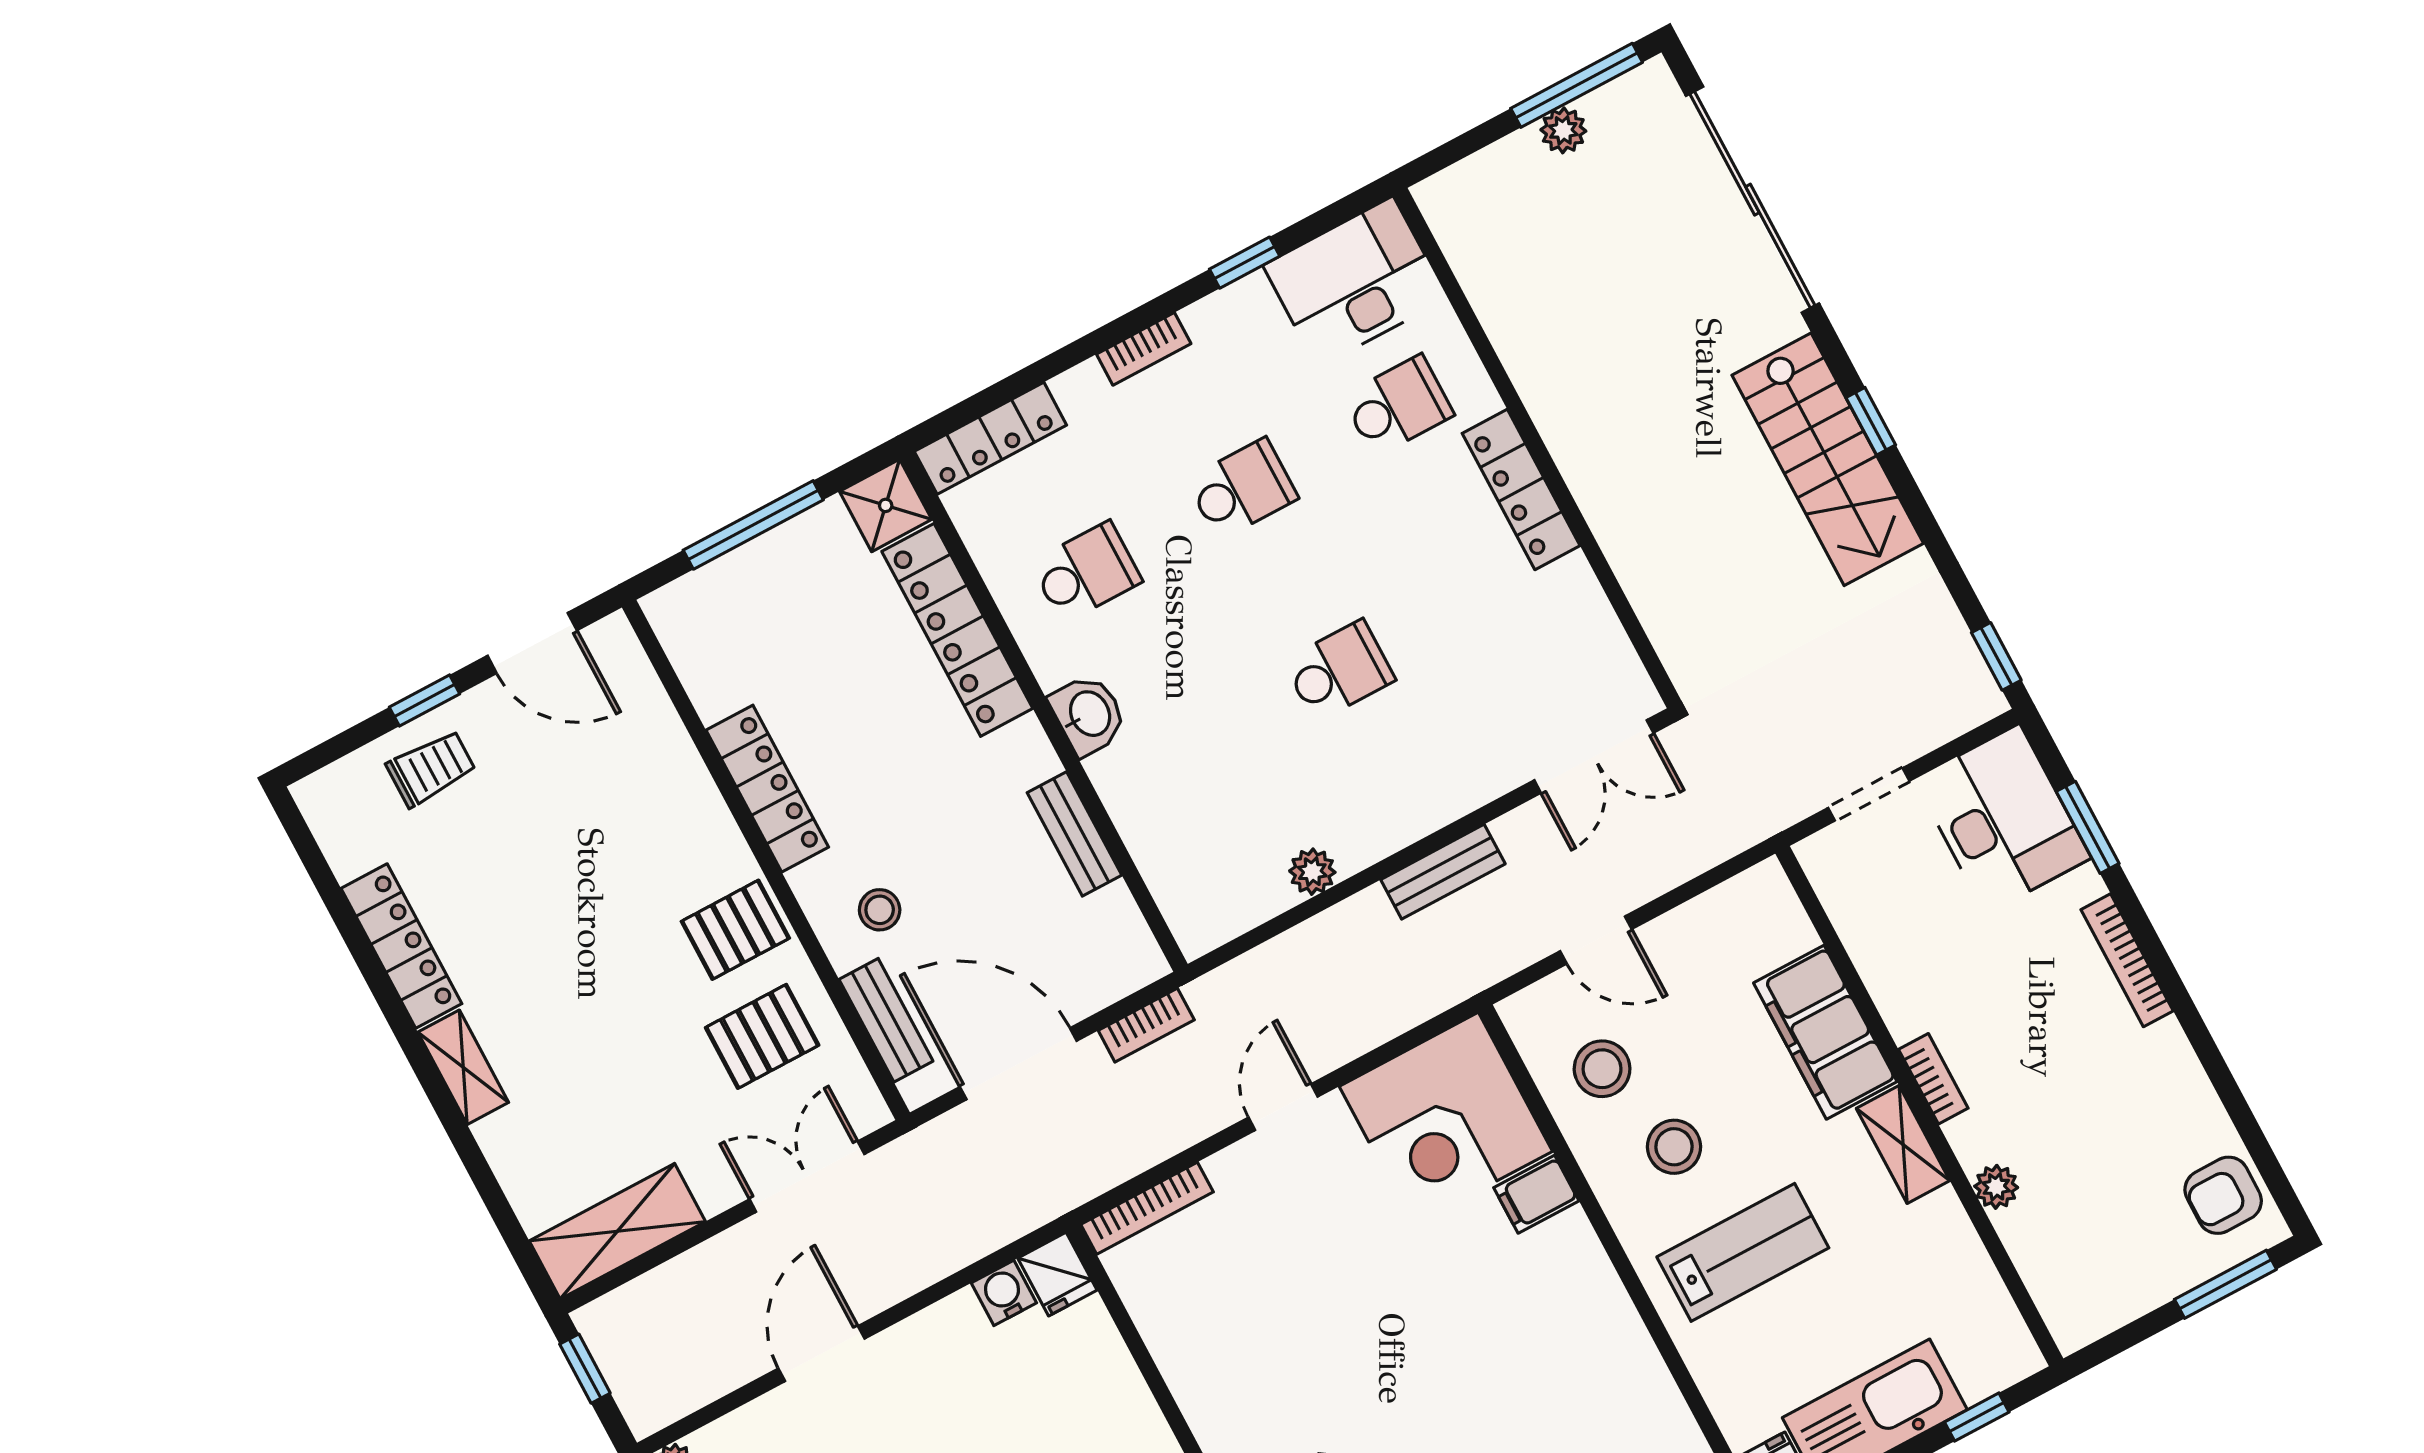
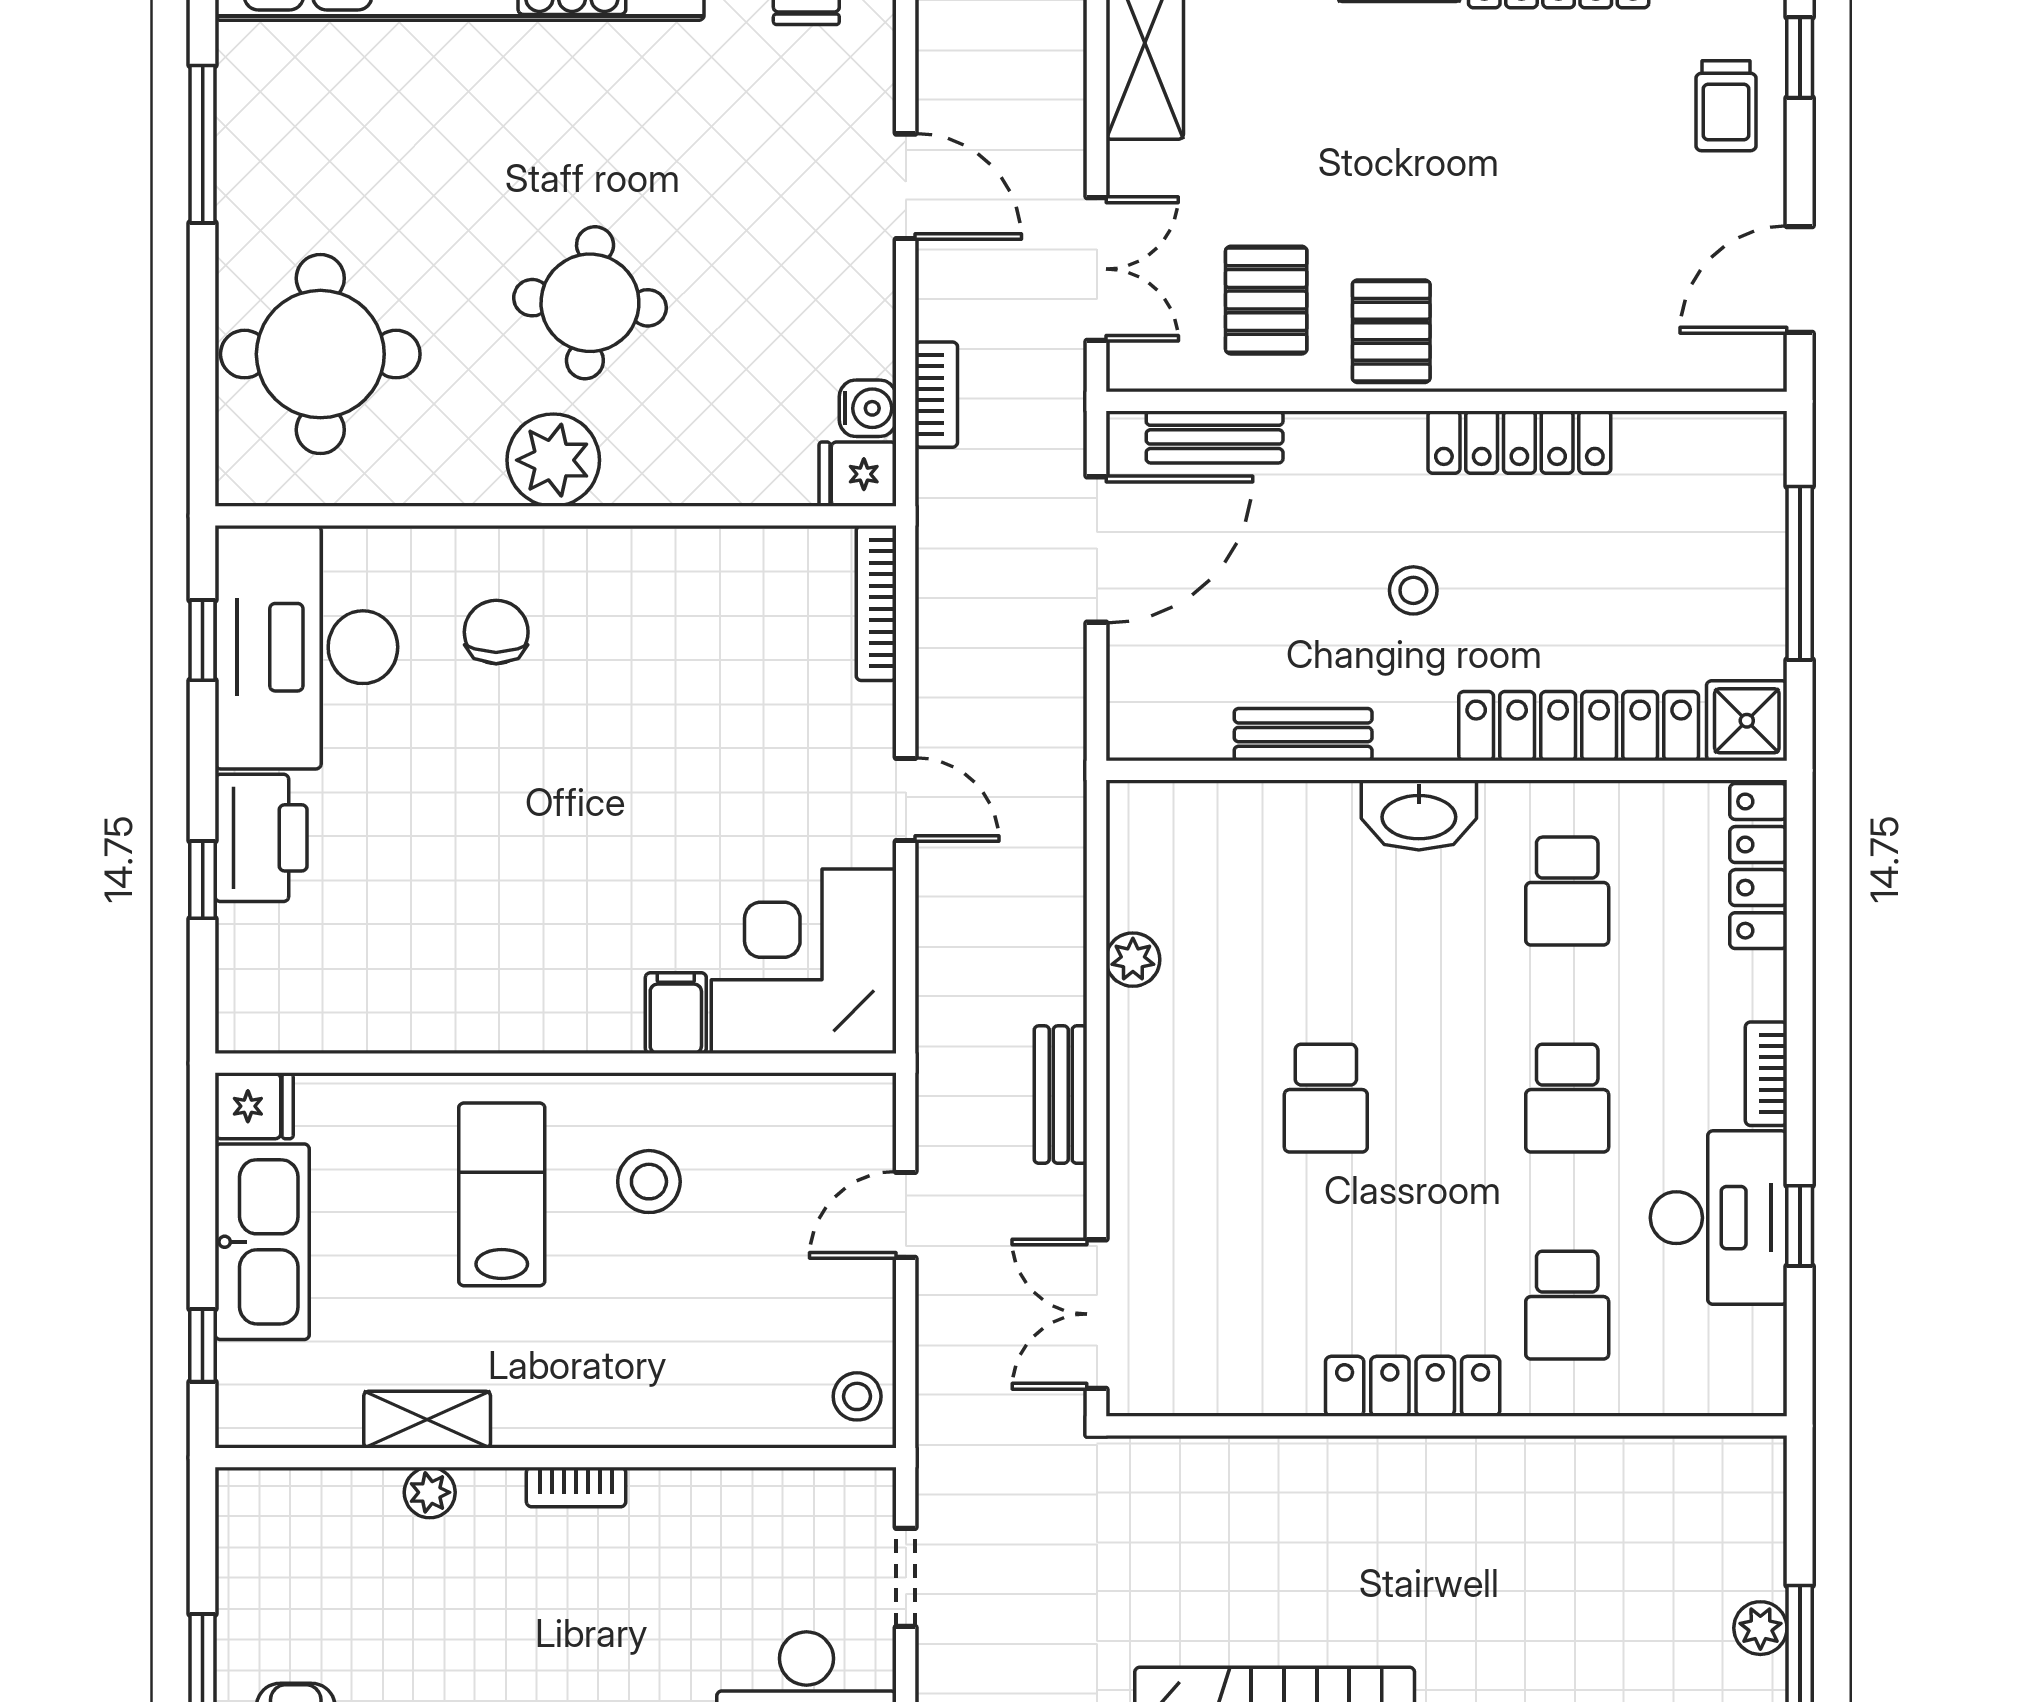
desk: (1355, 282) -> (1719, 1218), moved
window: (424, 701) -> (1800, 57), moved
washbasin: (1089, 714) -> (1419, 815), width x1.38
stool: (880, 910) -> (1413, 590), moved
bookcase: (1146, 1025) -> (936, 395), moved, turned 180
filing cabinet: (1825, 1032) -> (684, 1401), removed
stool: (1602, 1069) -> (857, 1396), moved, width x0.73, depth x0.73
shelving: (1903, 1144) -> (427, 1420), moved
lab bench: (1743, 1252) -> (502, 1194), turned 180

